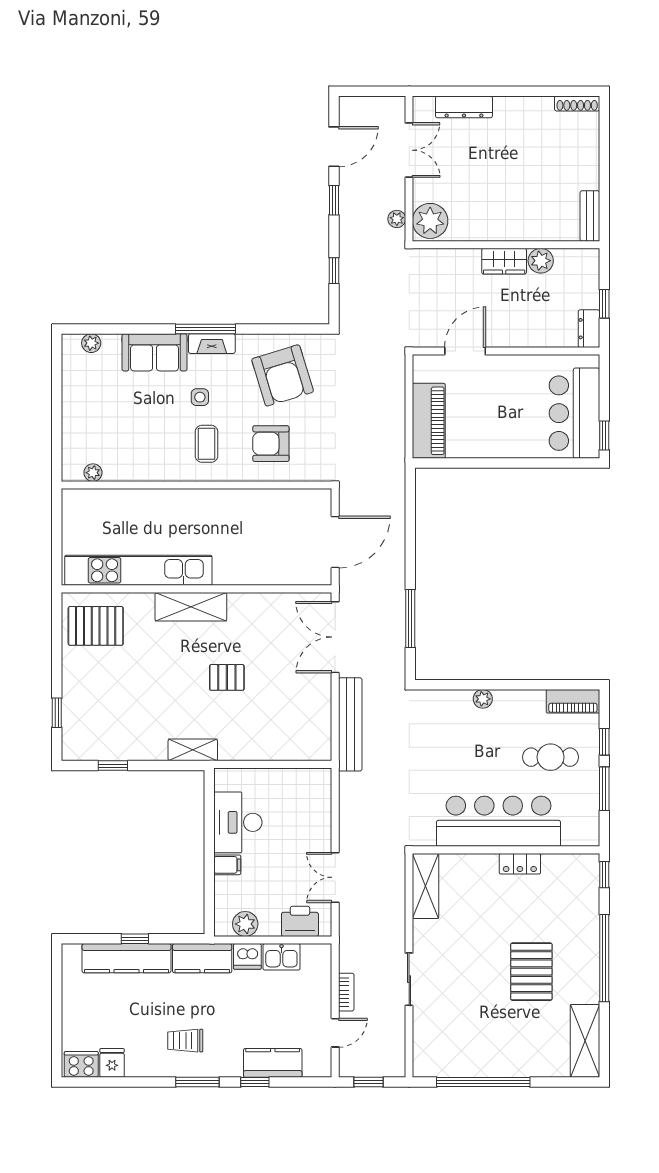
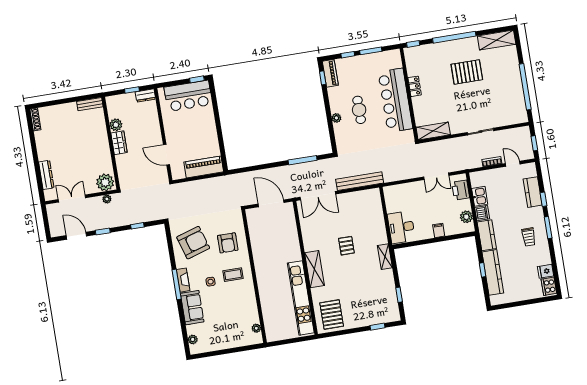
window: (566, 685) -> (323, 78), added
cafe table: (551, 757) -> (359, 110), moved
desk: (238, 822) -> (401, 227), moved, turned 90

